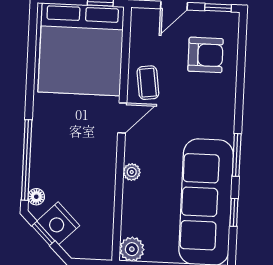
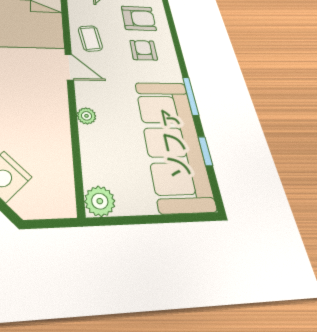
armchair: (201, 99) -> (144, 50), added
door: (122, 118) -> (69, 67), hinge flipped

